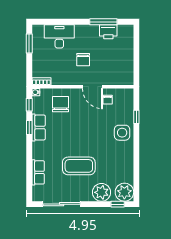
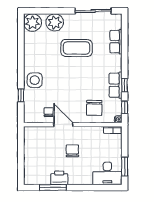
printer: (108, 32) -> (59, 178), moved
desk: (59, 36) -> (107, 173), moved
window: (118, 204) -> (39, 11), removed

